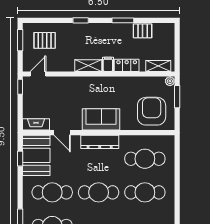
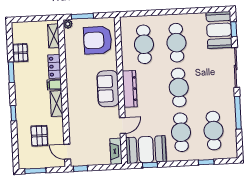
pallet: (45, 40) -> (39, 136), moved

